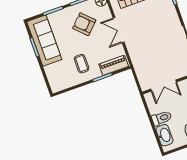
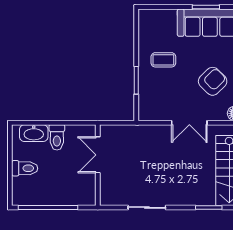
double door: (119, 30) -> (189, 123), swing flipped
piano: (114, 65) -> (146, 100), removed

